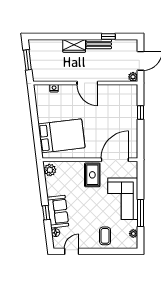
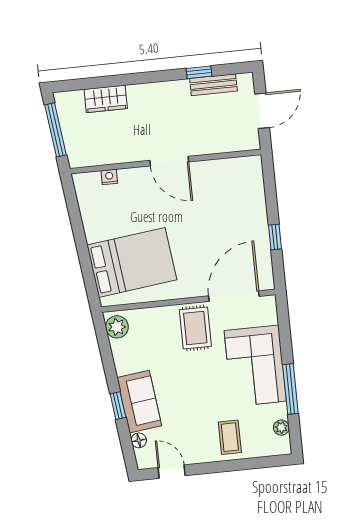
bench: (99, 44) -> (213, 85), moved
wardrobe: (74, 46) -> (106, 99), moved
window: (27, 60) -> (55, 130), width x1.44
plant: (133, 77) -> (251, 141), removed
window: (140, 113) -> (275, 237), moved
door: (72, 251) -> (172, 472), hinge flipped

